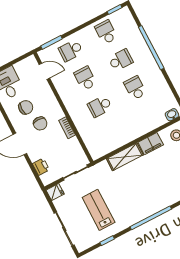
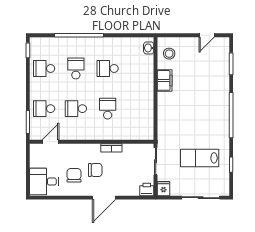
school desk: (71, 50) -> (44, 109), turned 90
school desk: (100, 106) -> (108, 109), turned 180
shelving: (125, 157) -> (164, 110), removed
printer: (41, 167) -> (147, 189), moved

